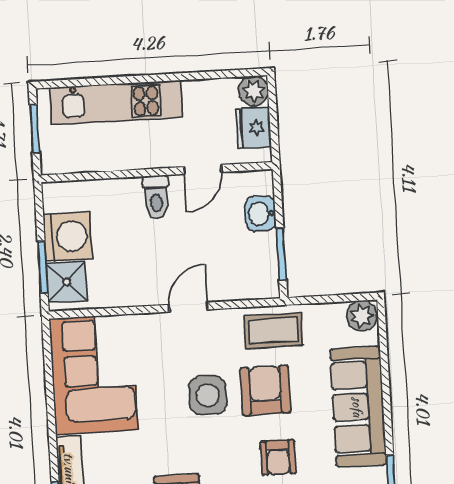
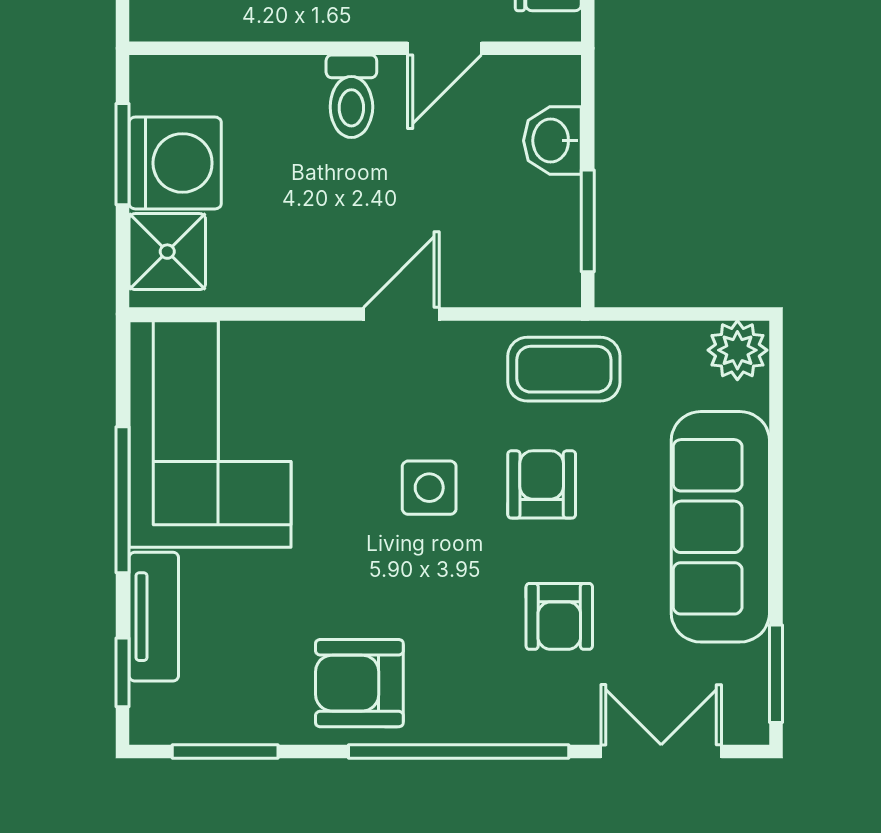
window: (43, 267) -> (122, 154), moved
armchair: (265, 390) -> (542, 484), width x0.72, depth x0.72
side table: (208, 395) -> (429, 488), width x0.73, depth x0.73
window: (51, 411) -> (122, 500), added

